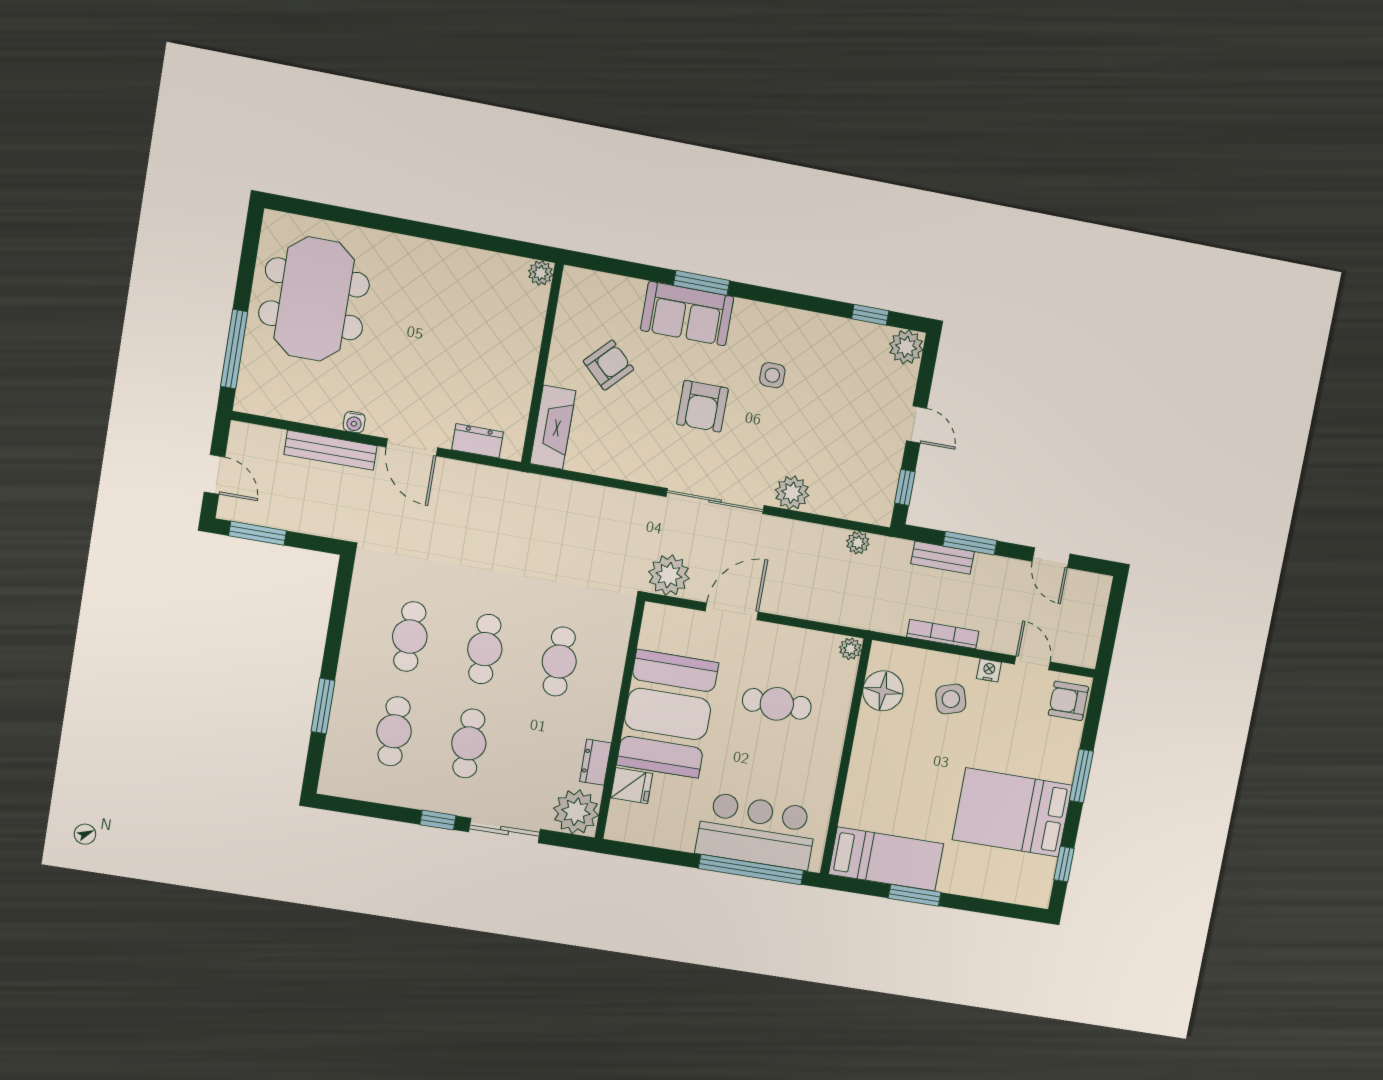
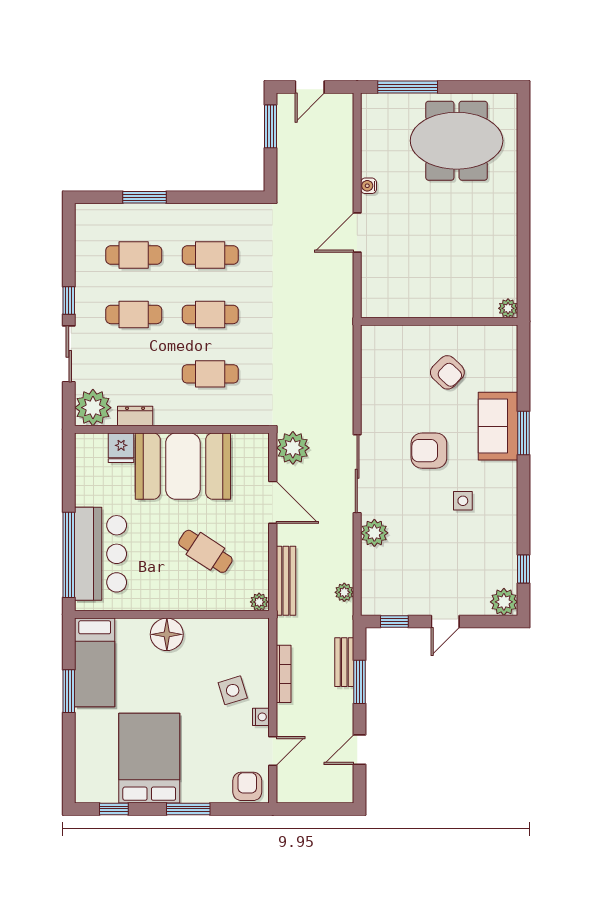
fireplace: (553, 427) -> (392, 338), removed
dresser: (477, 441) -> (371, 282), removed
bench: (331, 450) -> (286, 581), moved
floor lamp: (883, 691) -> (167, 634), moved
cafe table: (777, 704) -> (205, 551), turned -57

